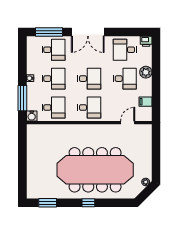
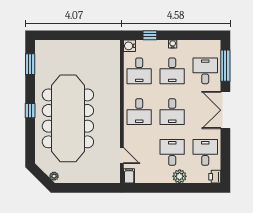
desk: (53, 50) -> (205, 71), turned 180
desk: (125, 79) -> (172, 152), turned 180
window: (22, 98) -> (150, 35), width x0.46
filing cabinet: (145, 102) -> (129, 176), moved

